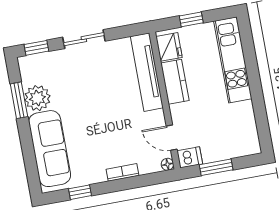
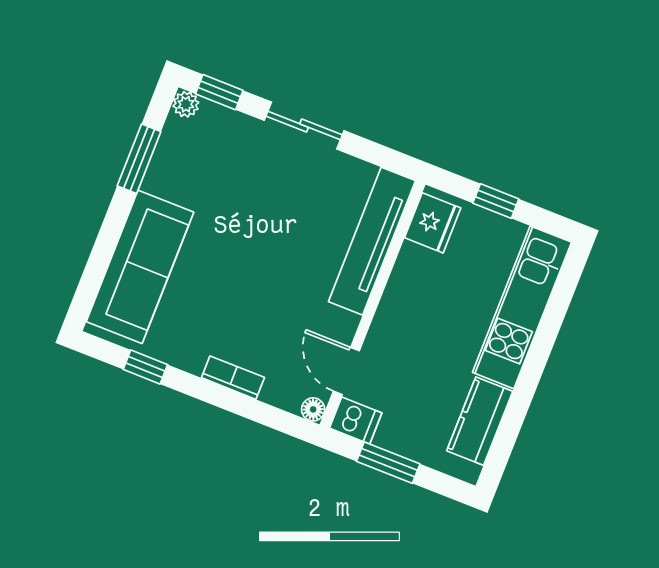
kitchen counter: (175, 82) -> (480, 421), moved, turned 180
plant: (37, 98) -> (186, 104), moved, width x0.53, depth x0.53

